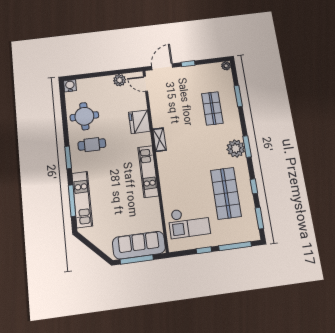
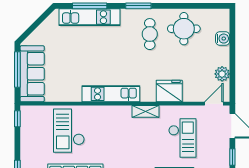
water cooler: (70, 86) -> (223, 39), moved
checkout: (178, 106) -> (182, 138), added
checkout: (189, 222) -> (69, 131), moved
window: (204, 250) -> (17, 119), moved

